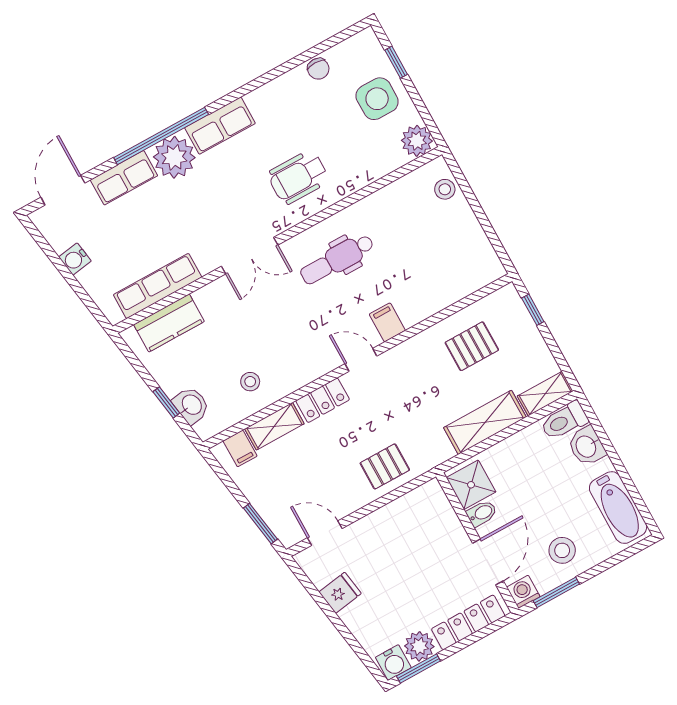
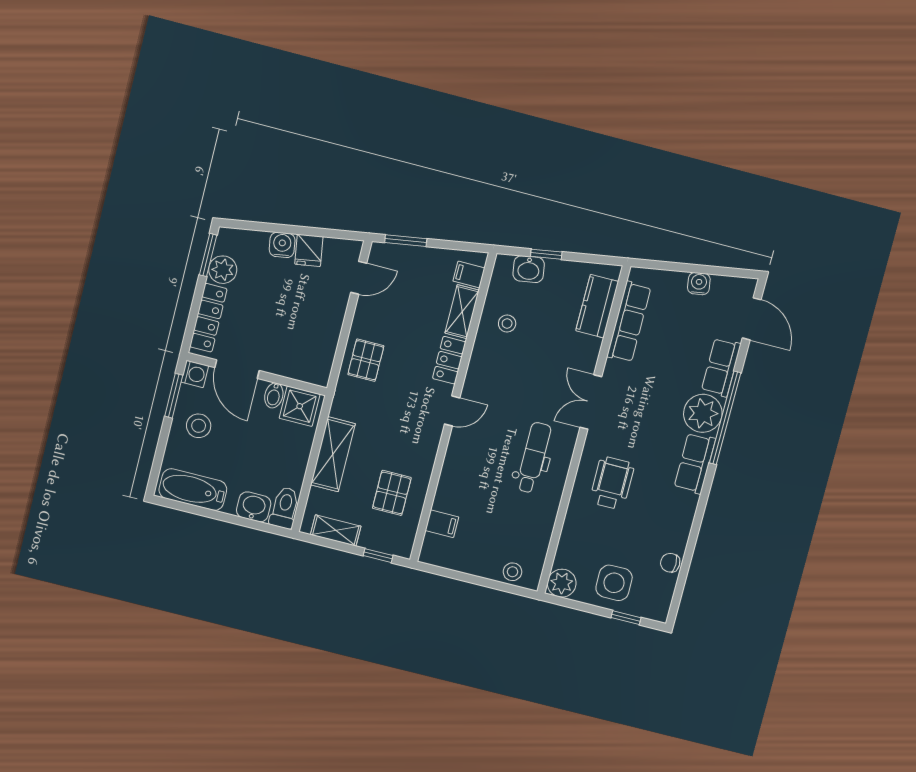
filing cabinet: (387, 322) -> (442, 524), moved
shelving: (545, 394) -> (336, 530), moved, turned 90
water cooler: (393, 662) -> (282, 245), moved, turned 81

